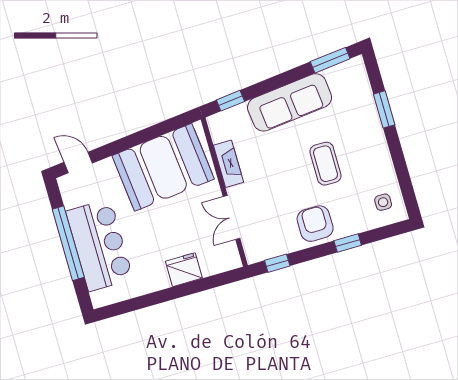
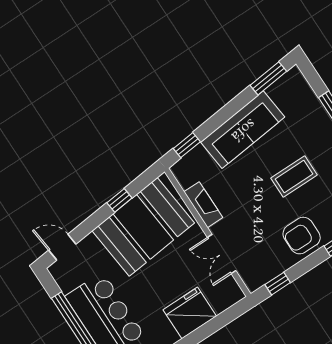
window: (148, 134) -> (119, 200), added
coffee table: (326, 164) -> (294, 177), turned 90
armchair: (315, 224) -> (302, 236), turned -90
fridge: (184, 270) -> (190, 313), width x1.36, depth x1.34

